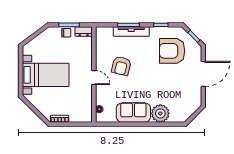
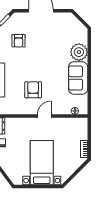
armchair: (172, 51) -> (19, 41), width x0.53, depth x0.53
armchair: (121, 66) -> (33, 90), turned -104

